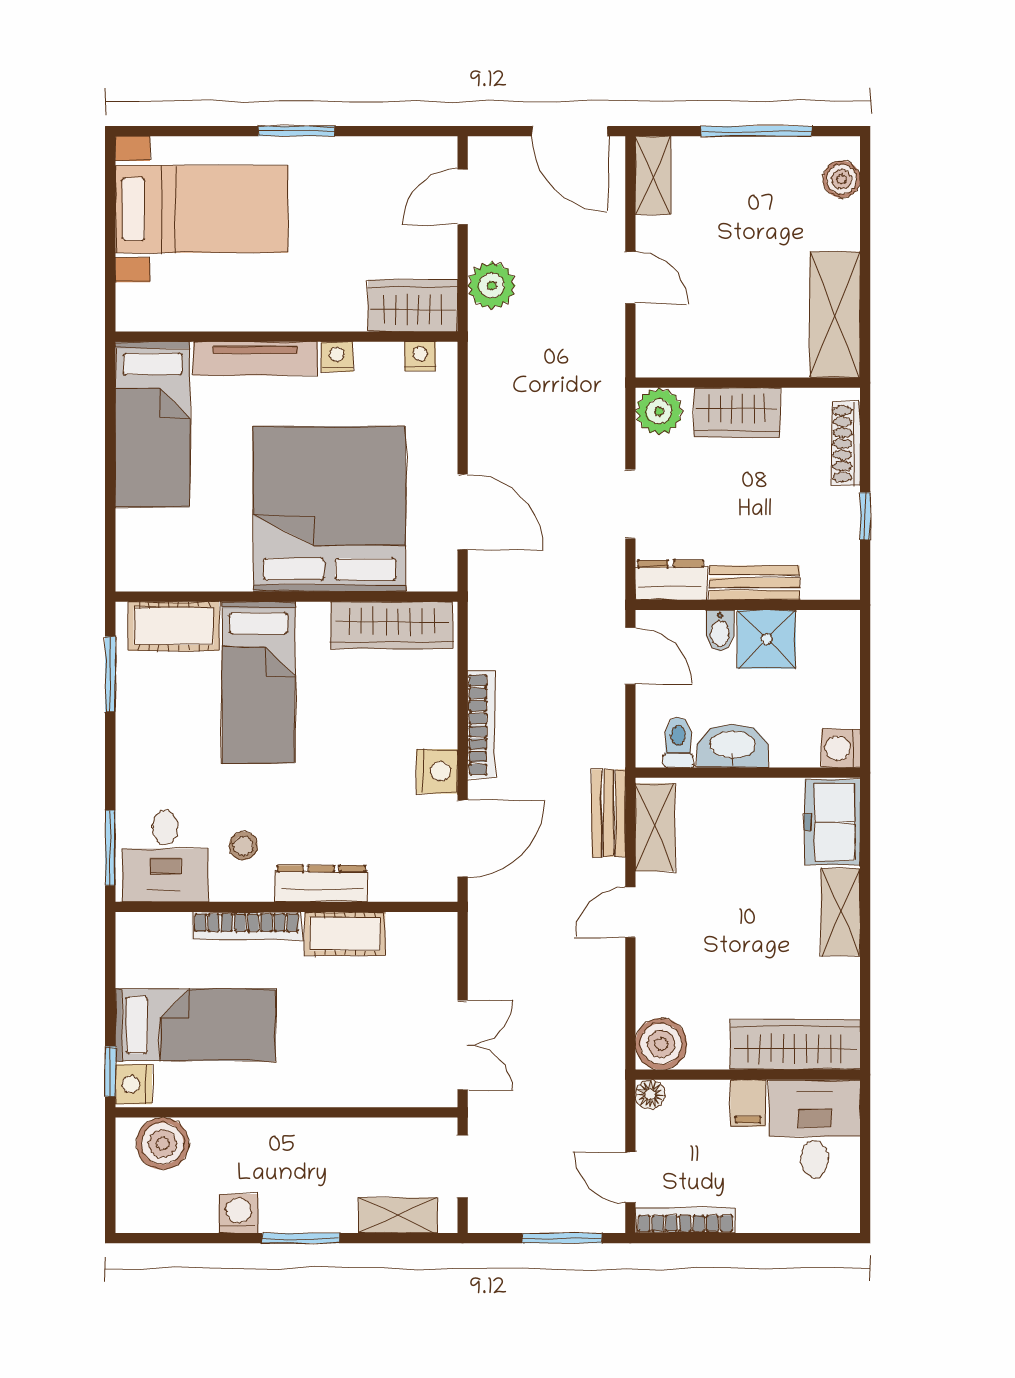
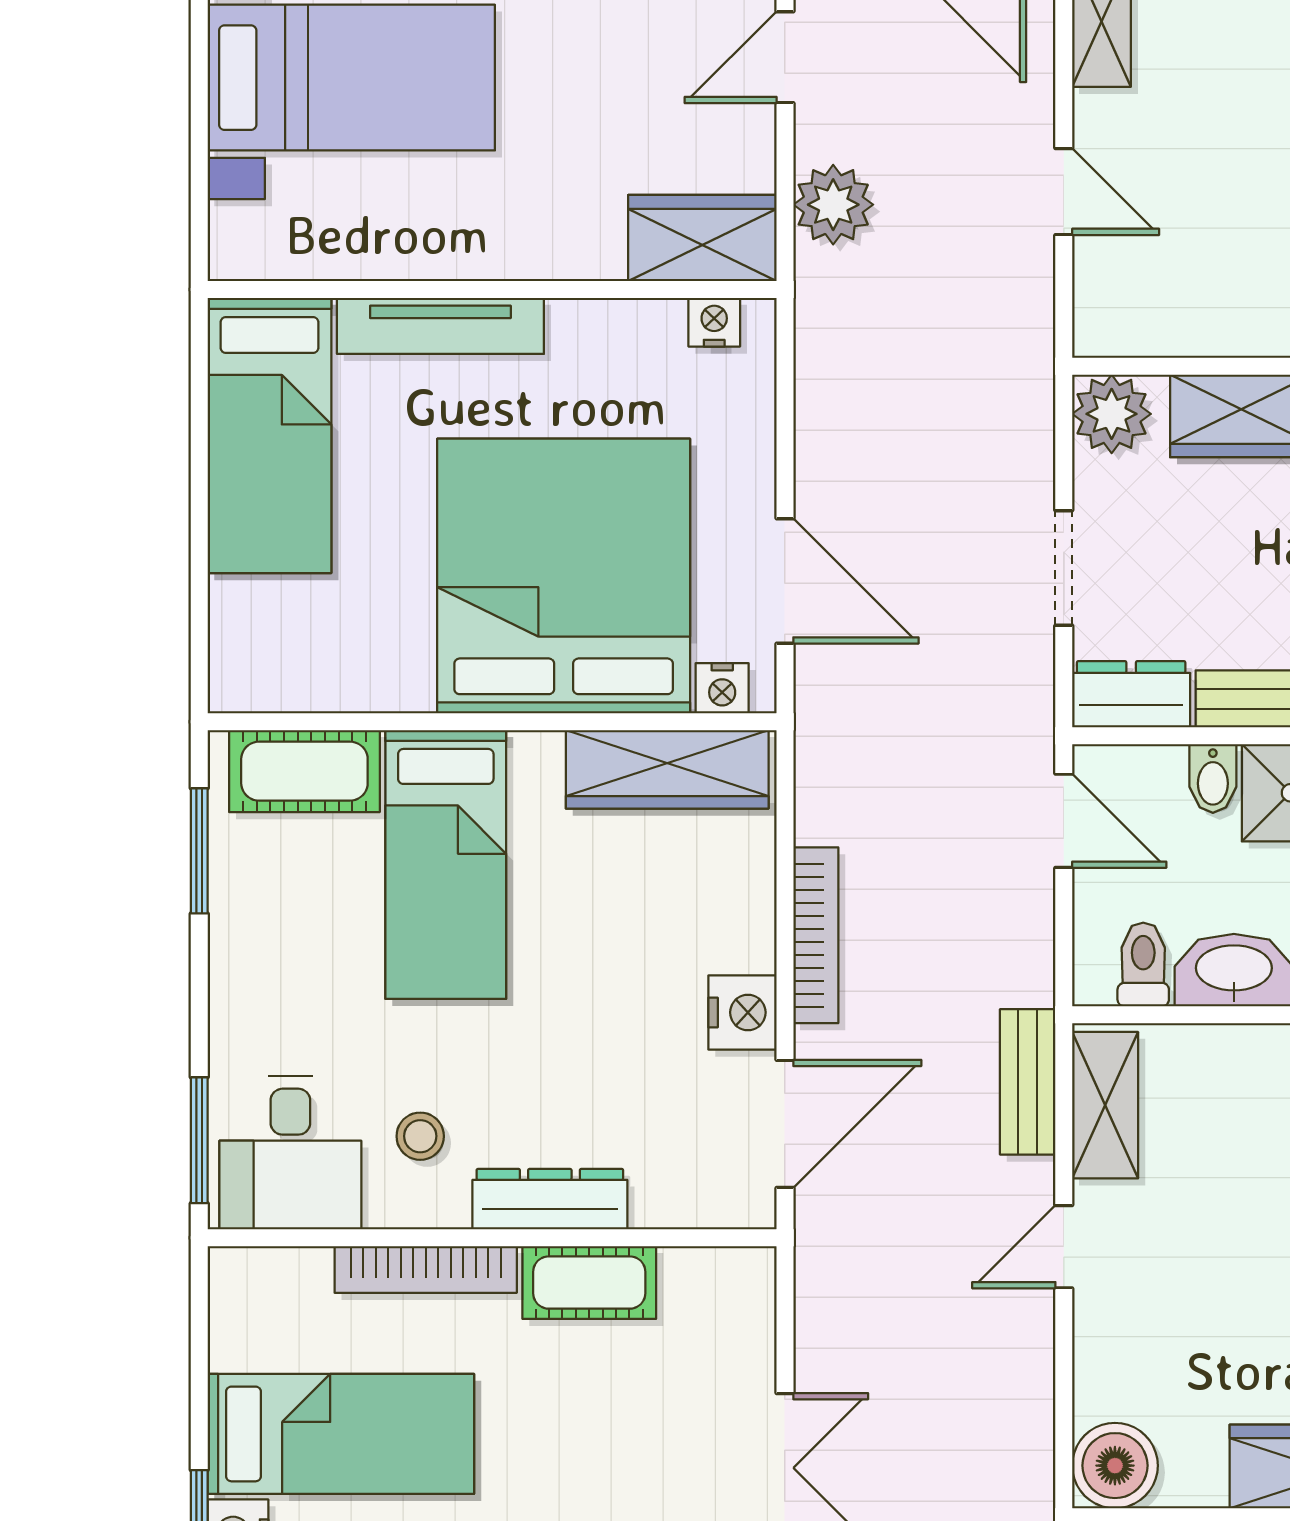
nightstand: (337, 357) -> (722, 688), moved, turned 180

